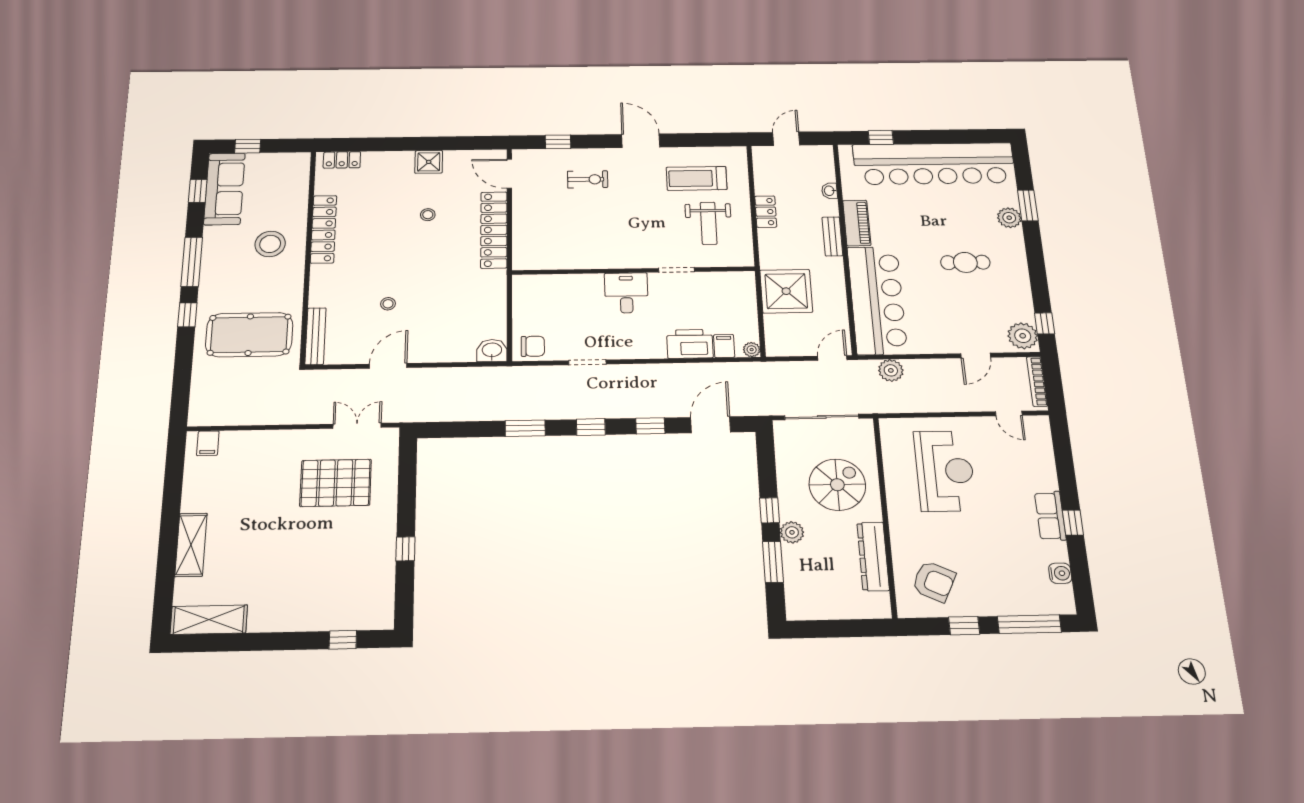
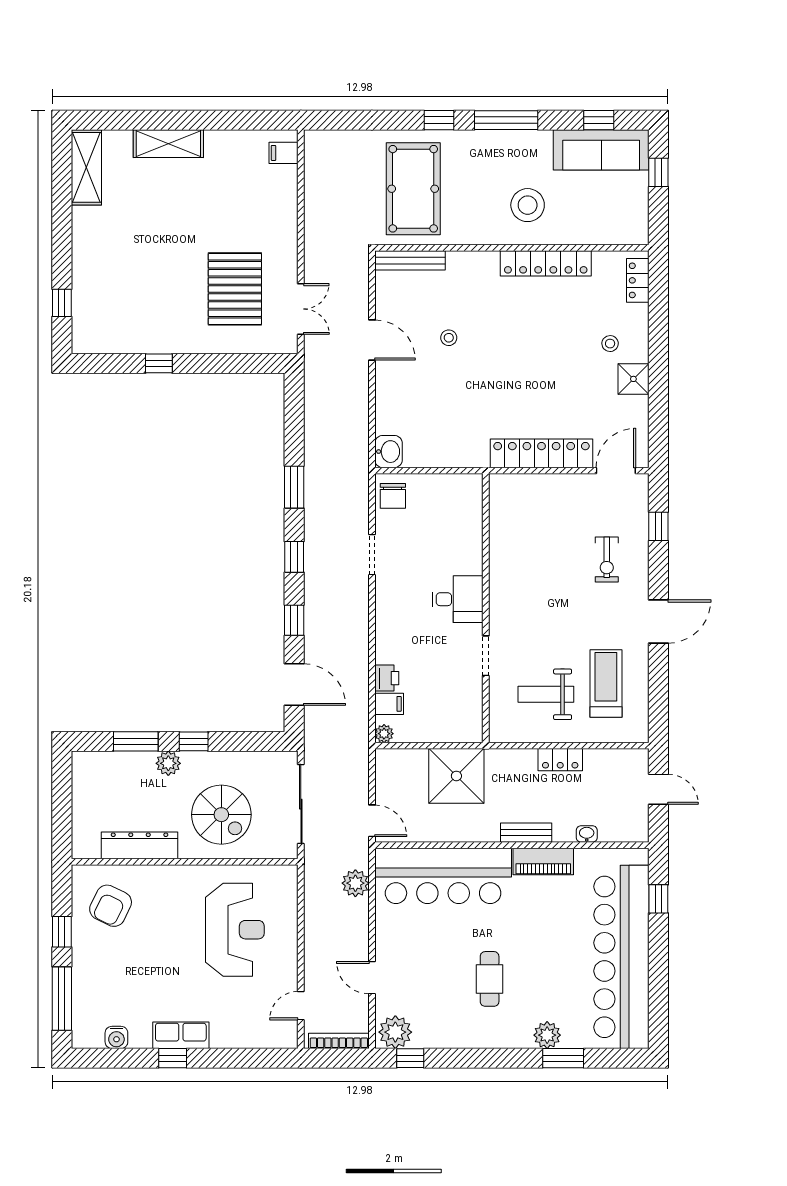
stool: (428, 215) -> (610, 344), moved
printer: (690, 344) -> (387, 678), width x0.53, depth x0.68
reception desk: (945, 471) -> (235, 930), turned -90

